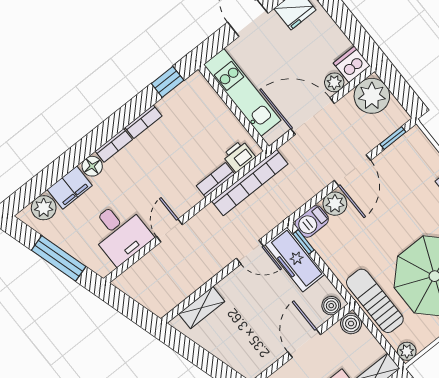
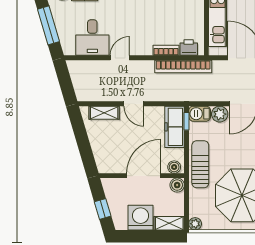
door: (250, 252) -> (134, 104), moved
sun lounger: (375, 301) -> (200, 164), moved
door: (304, 343) -> (144, 176), width x1.36

